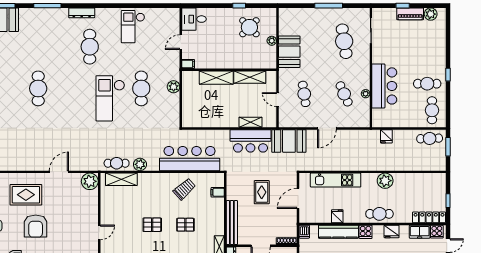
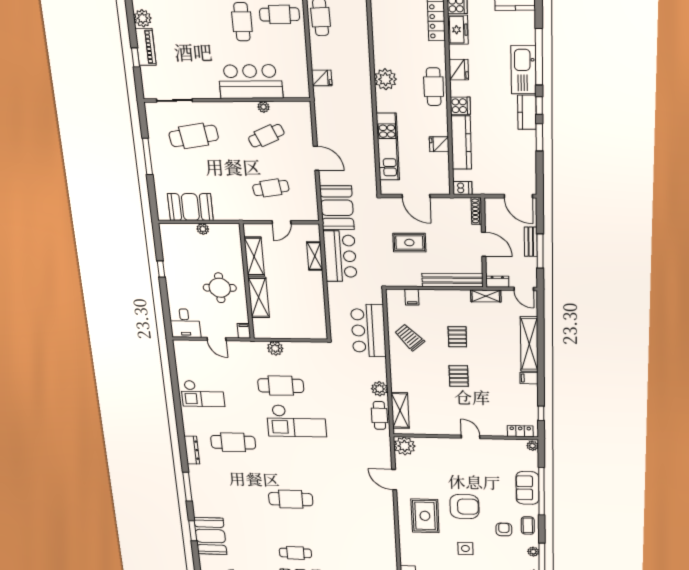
round table: (249, 27) -> (220, 288), moved, turned 45
booth: (289, 52) -> (190, 207), moved
bar counter: (190, 159) -> (368, 331), width x0.73

